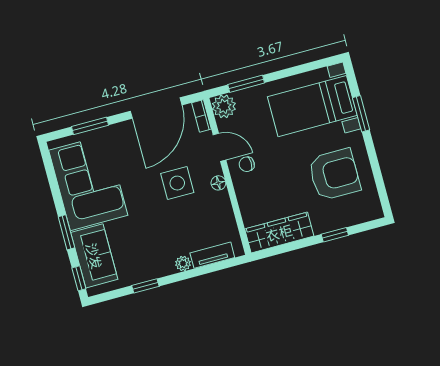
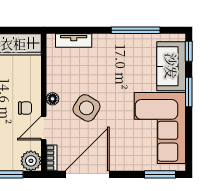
window: (90, 126) -> (160, 174), moved
door: (219, 147) -> (44, 128), hinge flipped
side table: (177, 183) -> (87, 108), turned 32
plant: (183, 263) -> (100, 40), removed
window: (145, 286) -> (136, 30), width x2.17

